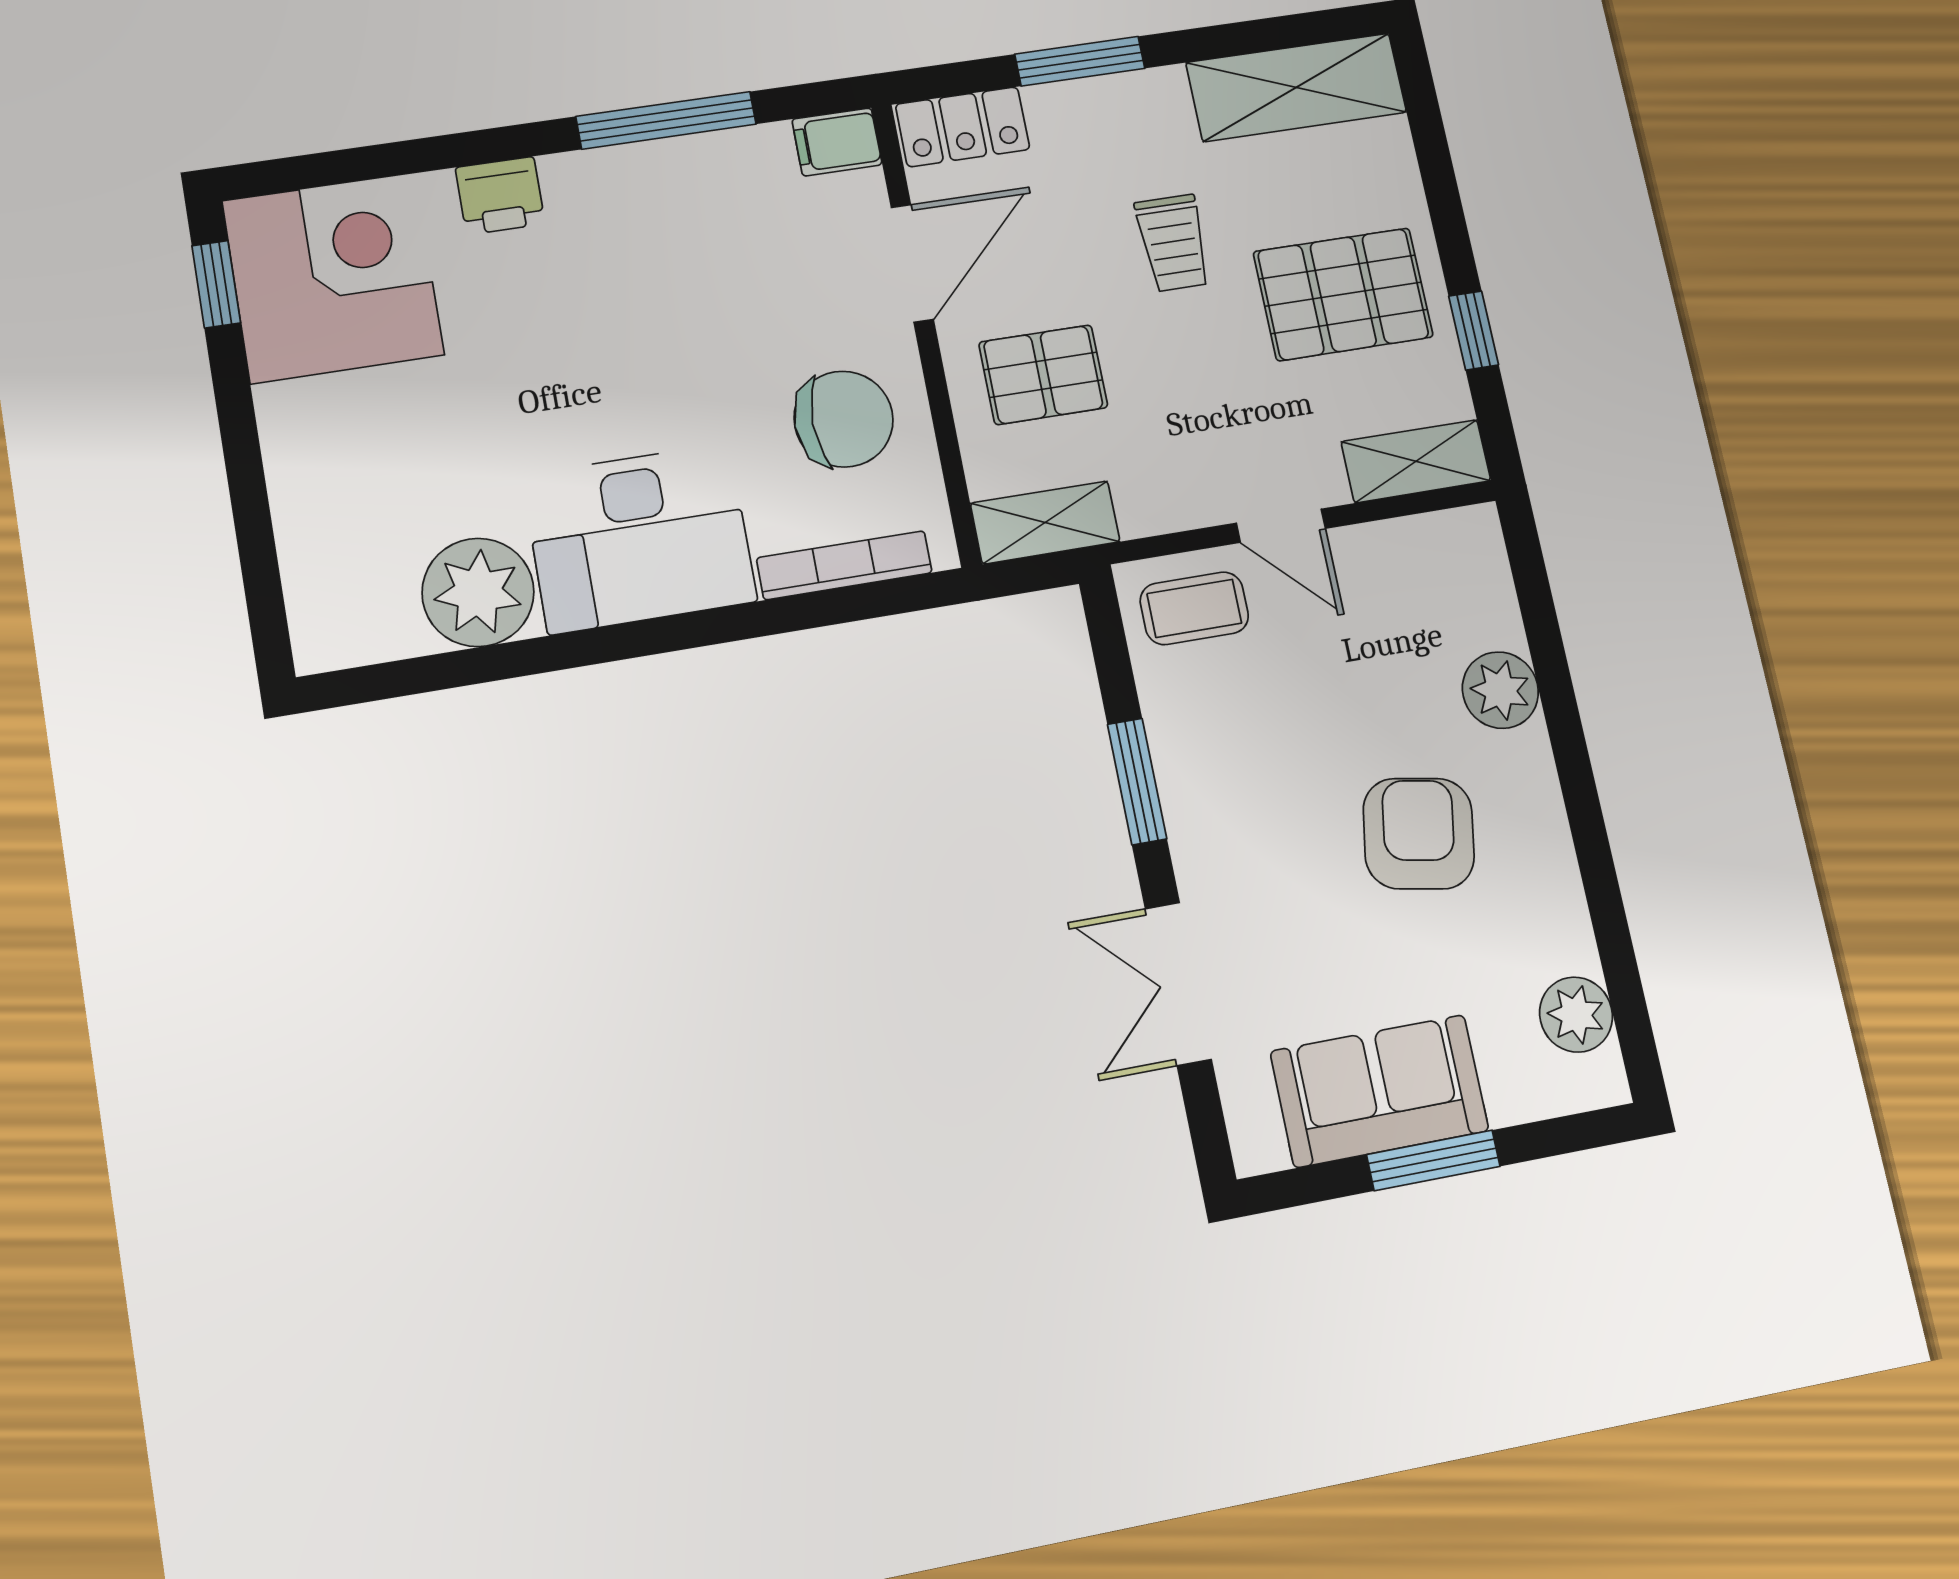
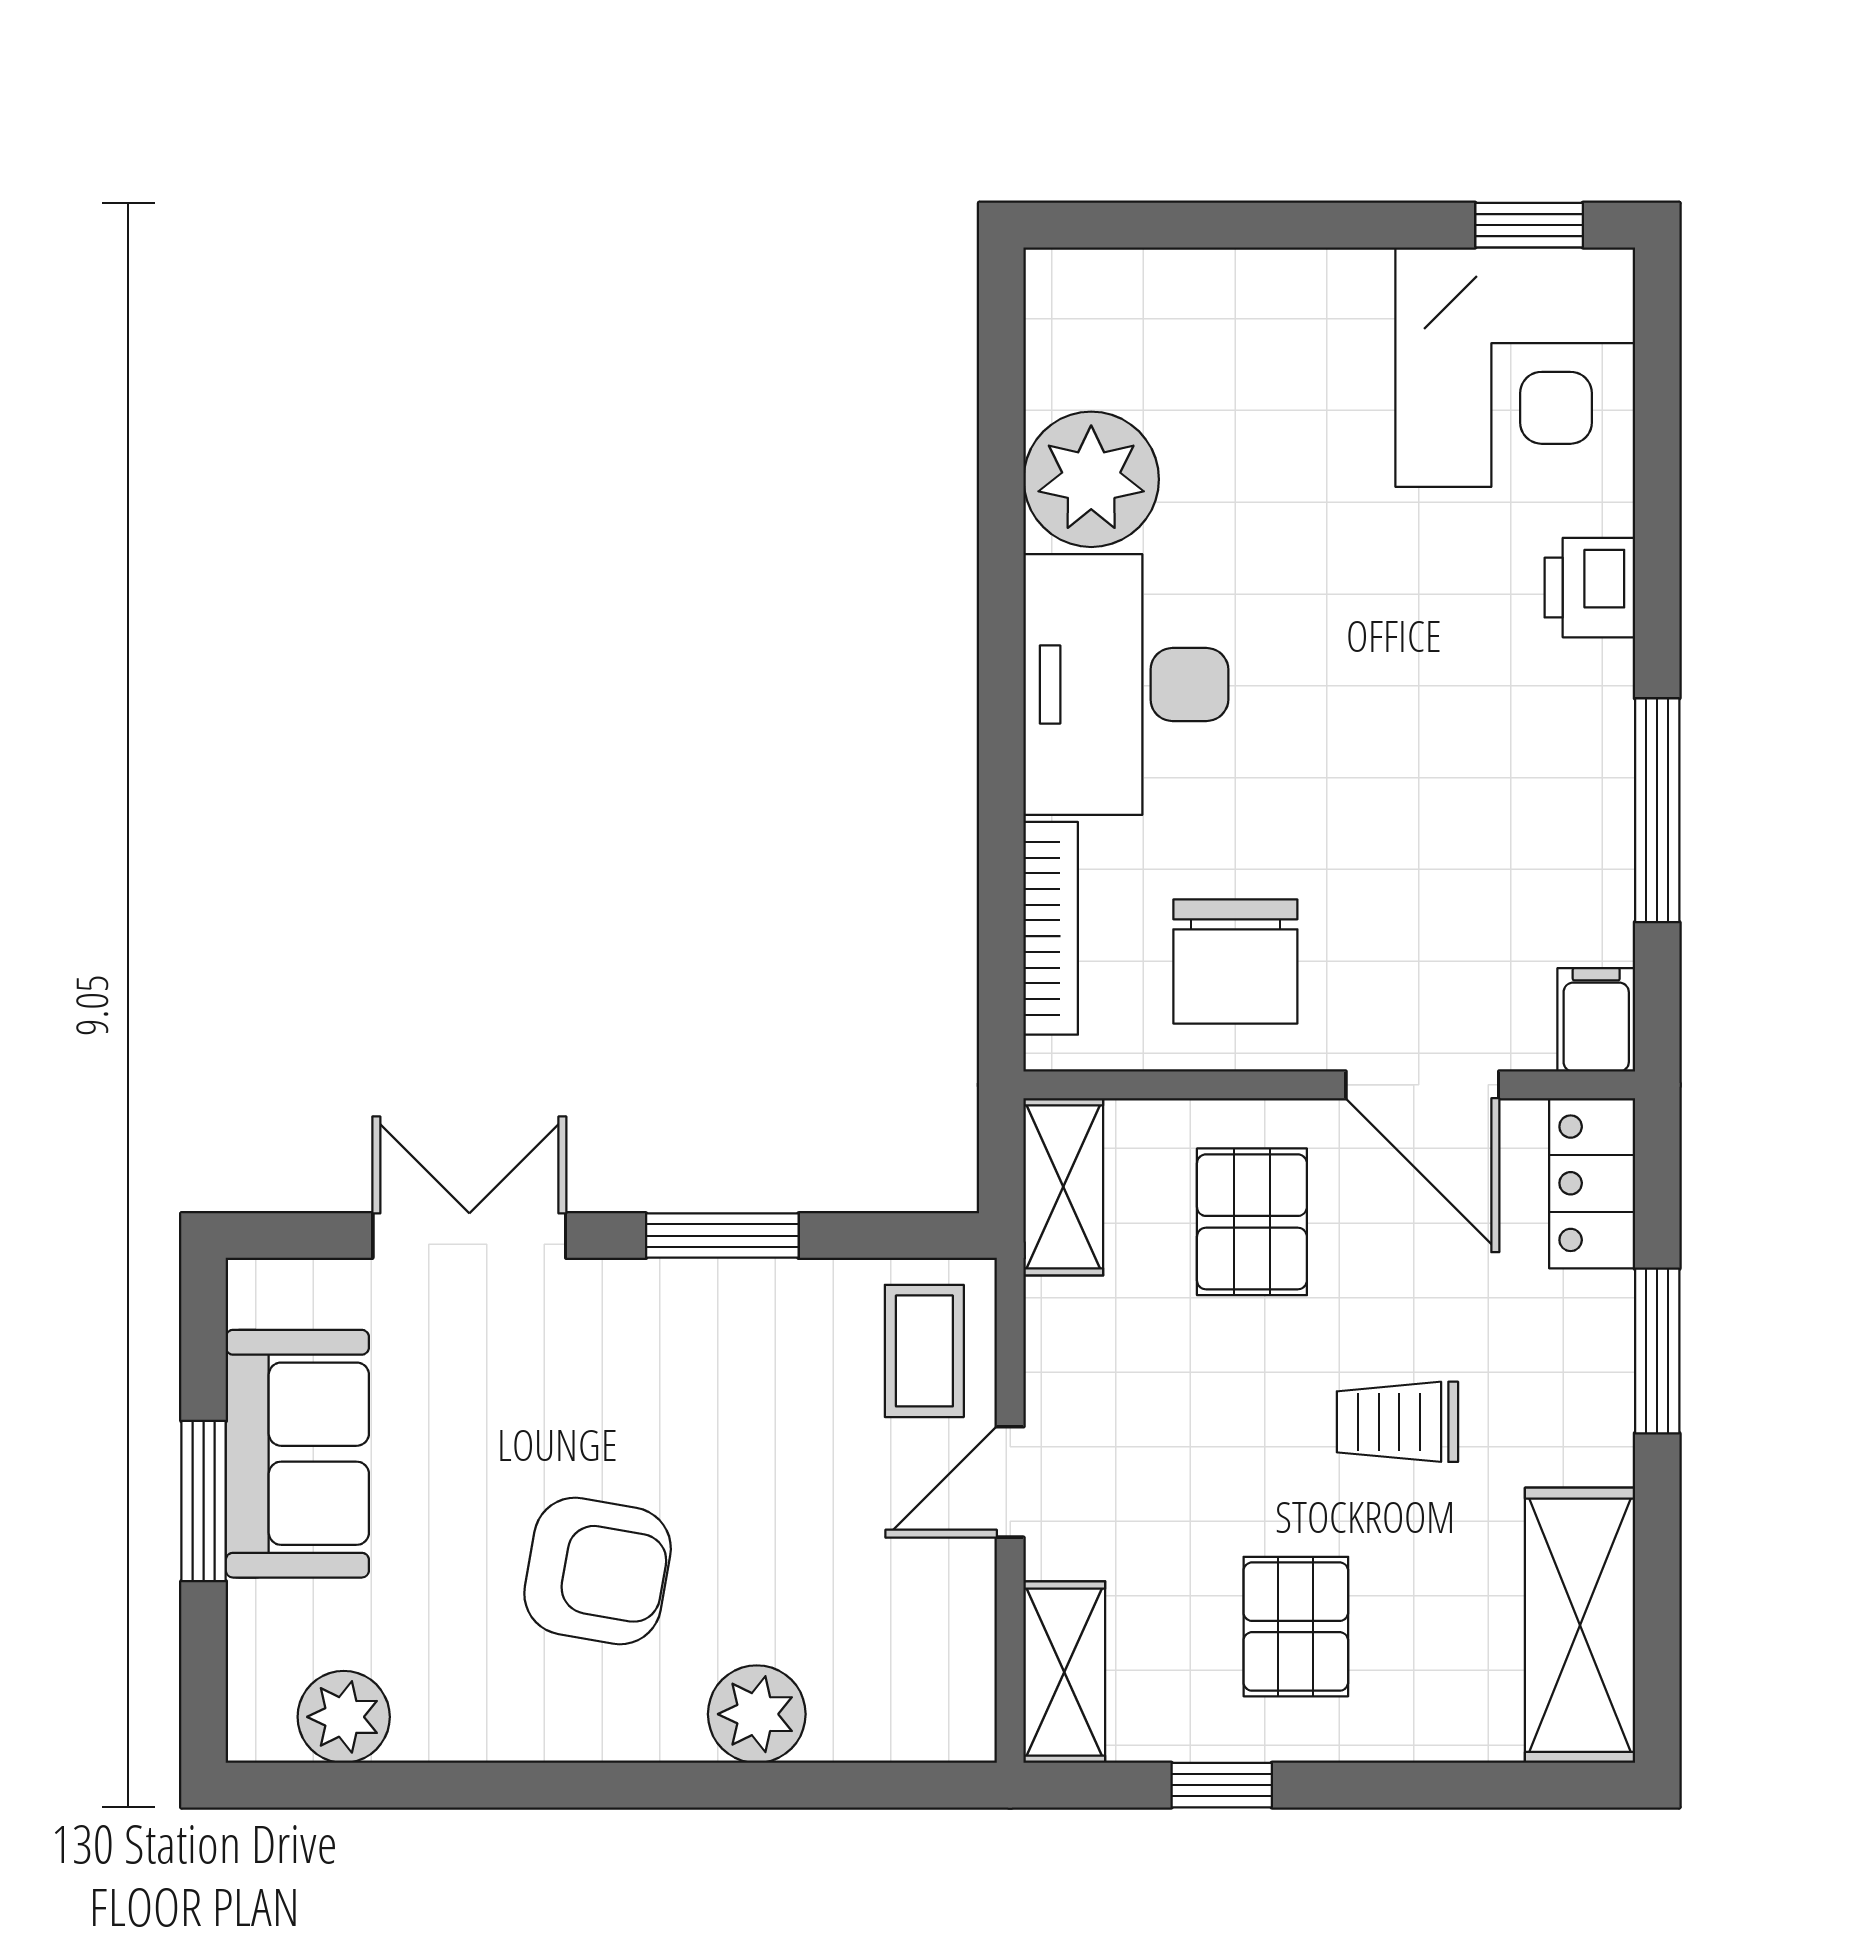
pallet: (1343, 294) -> (1296, 1627), width x0.67, depth x0.71

